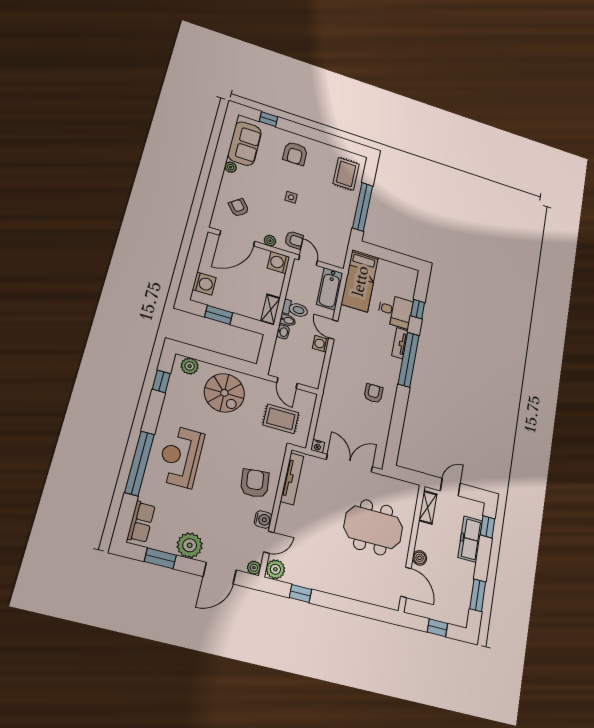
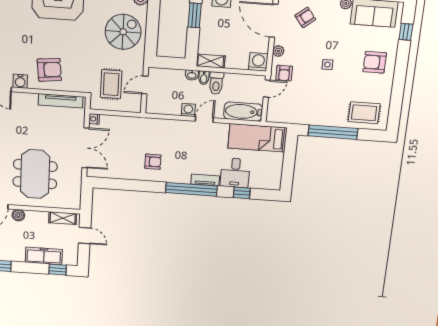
spiral stairs: (224, 393) -> (123, 32), turned 180

